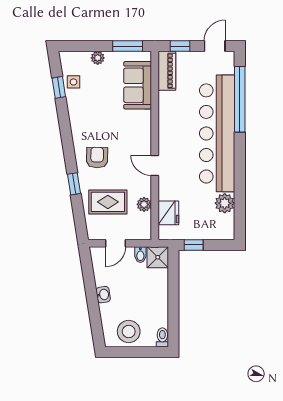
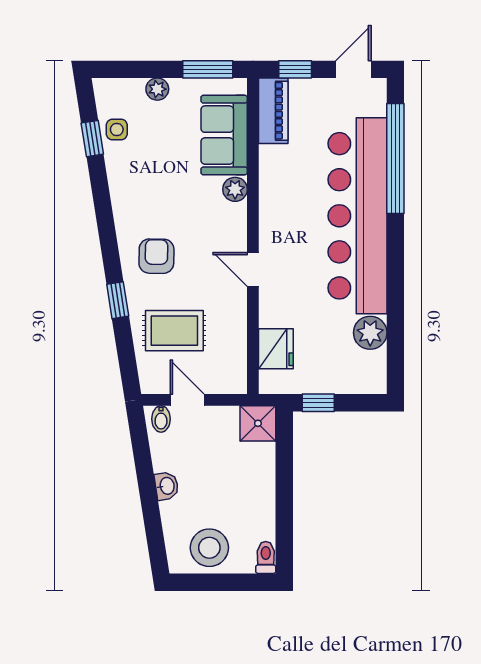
plant: (144, 204) -> (235, 189), moved
door: (115, 243) -> (187, 400), swing flipped
bidet: (140, 255) -> (161, 419), moved

